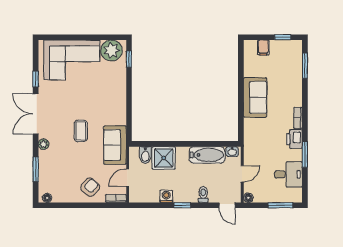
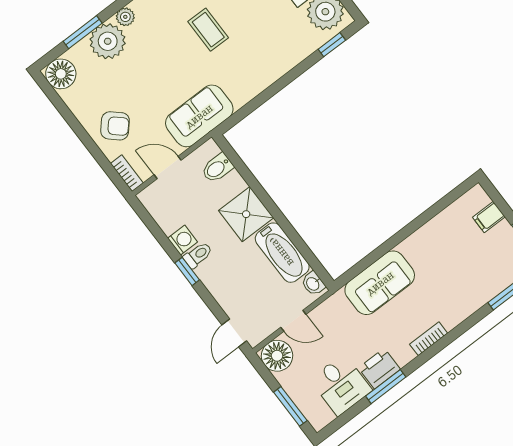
sofa: (255, 97) -> (380, 283), moved
coffee table: (81, 131) -> (208, 30), moved, turned 90
printer: (294, 139) -> (379, 369), moved
shower: (164, 158) -> (246, 214), moved
plant: (49, 161) -> (108, 41), added
toilet: (203, 195) -> (198, 255), moved
floor lamp: (47, 198) -> (61, 74), width x1.89, depth x1.89
floor lamp: (248, 198) -> (277, 356), width x1.89, depth x1.89

